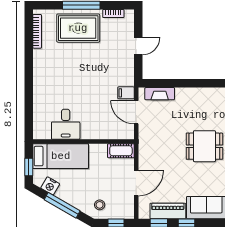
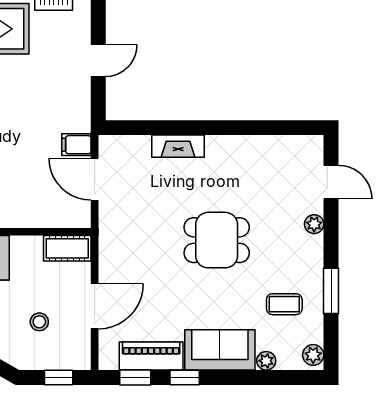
fireplace: (160, 94) -> (178, 146), moved
stool: (100, 205) -> (39, 322), moved

